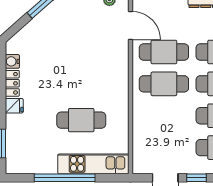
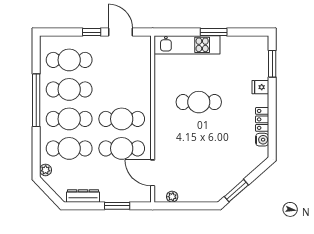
fridge: (14, 106) -> (260, 87), moved
cafe table: (81, 120) -> (199, 102), moved
window: (65, 178) -> (214, 32), width x0.47

